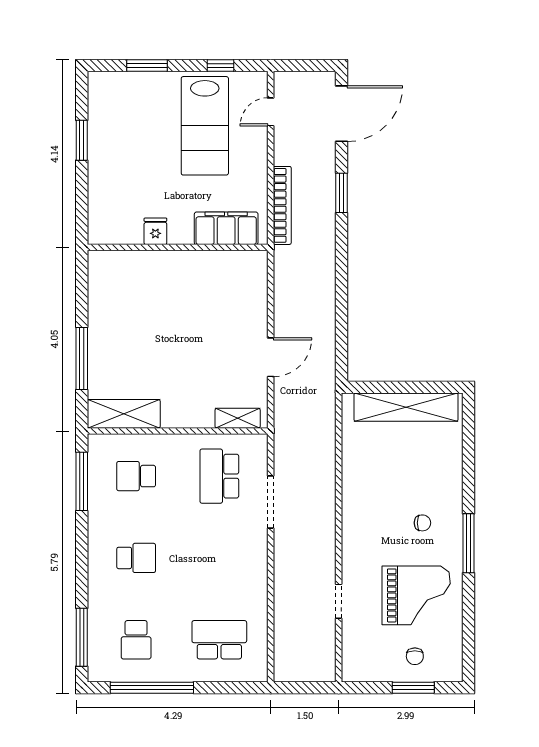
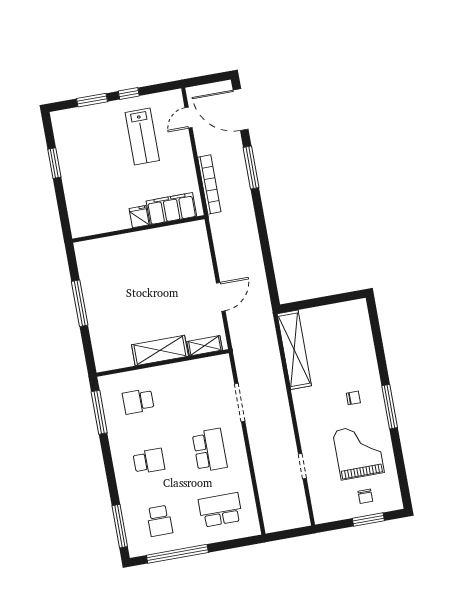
window: (220, 65) -> (129, 93), moved
door: (342, 114) -> (241, 110), swing flipped
lab bench: (205, 126) -> (142, 137), width x0.73, depth x0.72
window: (342, 193) -> (251, 167), width x1.44
fridge: (155, 231) -> (139, 217), moved
window: (82, 359) -> (80, 303), moved
shelving: (406, 407) -> (294, 350), moved, turned 90
shelving: (124, 414) -> (160, 350), moved
school desk: (219, 476) -> (210, 450), moved, turned 180
grand piano: (416, 595) -> (358, 452), turned -90

